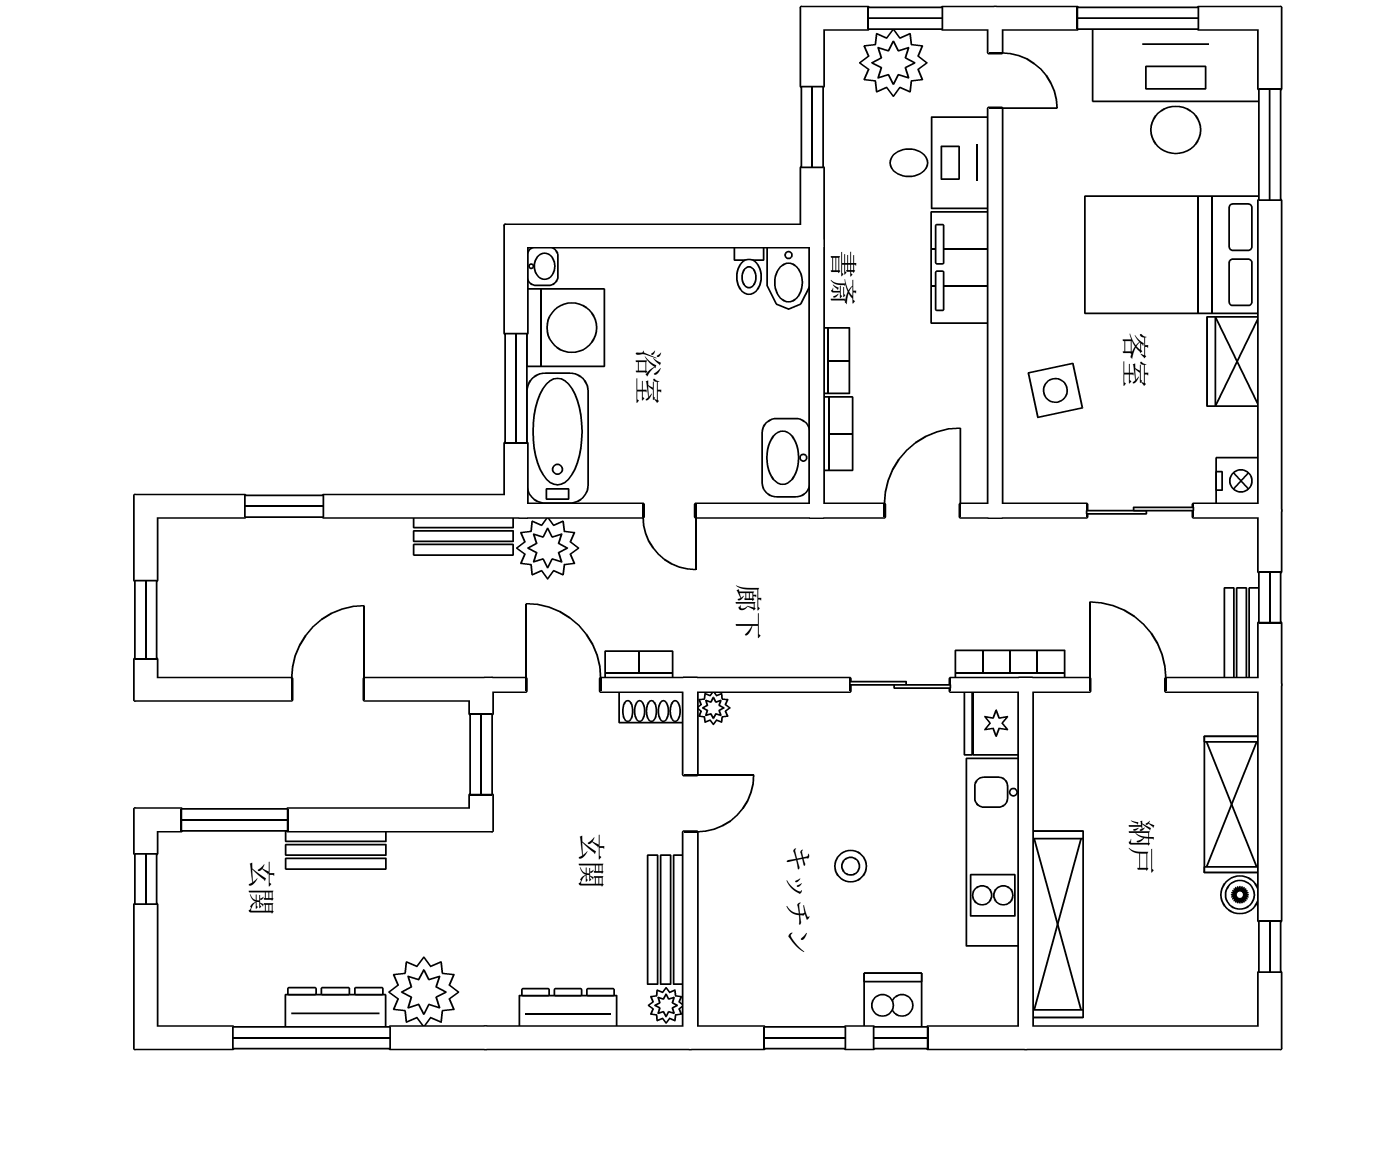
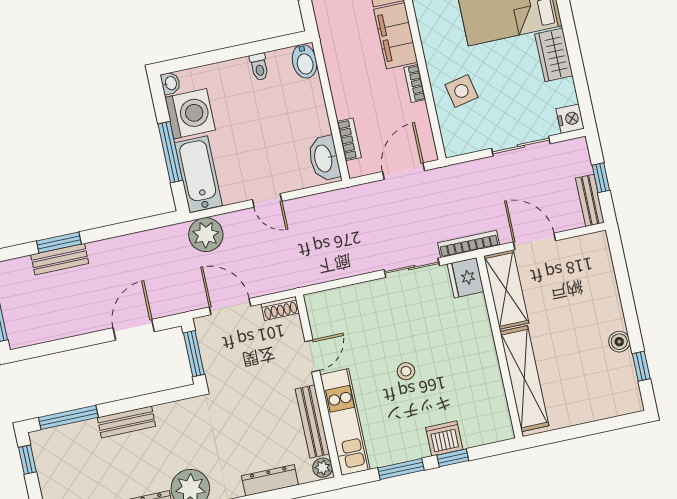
toilet: (749, 271) -> (259, 67), moved
bookcase: (836, 361) -> (415, 83), moved, turned 180
bench: (463, 536) -> (60, 259), moved
bookcase: (639, 665) -> (269, 287), removed
door: (328, 689) -> (134, 330), moved
plant: (713, 708) -> (314, 302), removed
shelving: (1232, 804) -> (506, 290), moved
kitchen unit: (993, 852) -> (345, 422), moved, turned 180

